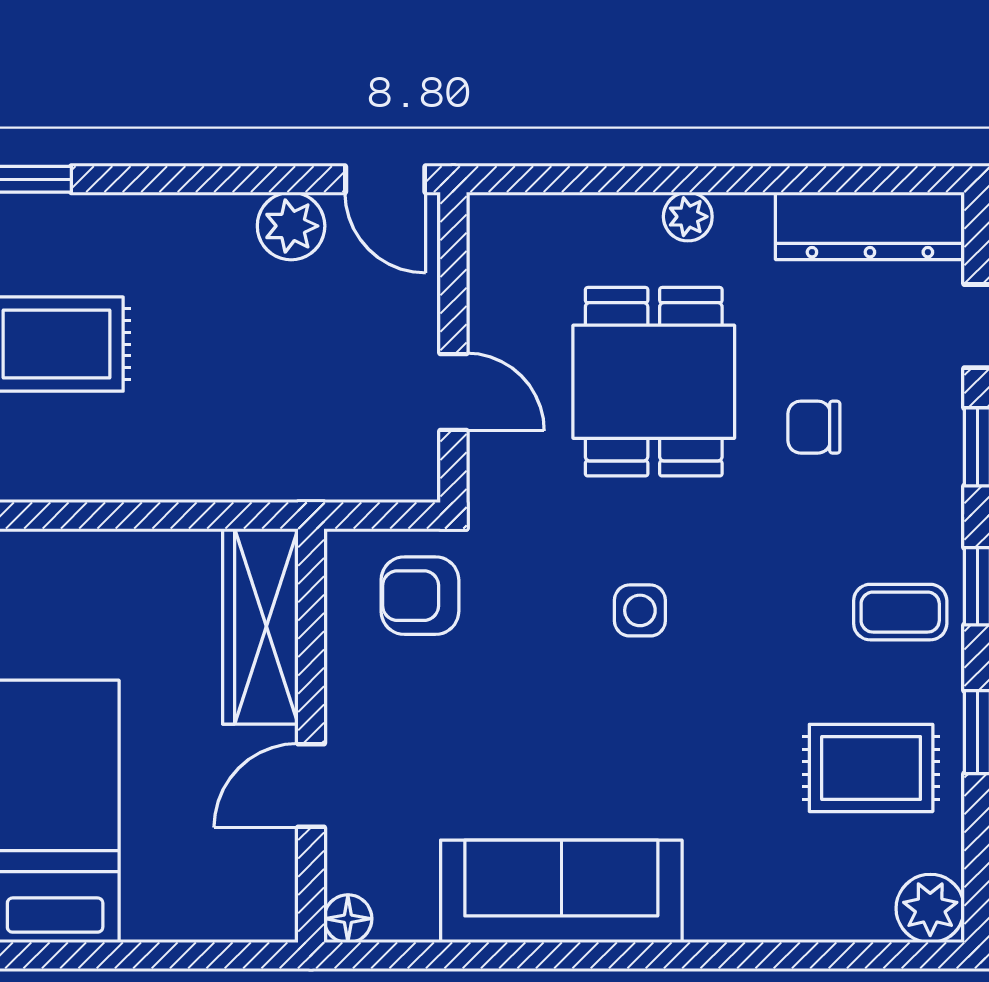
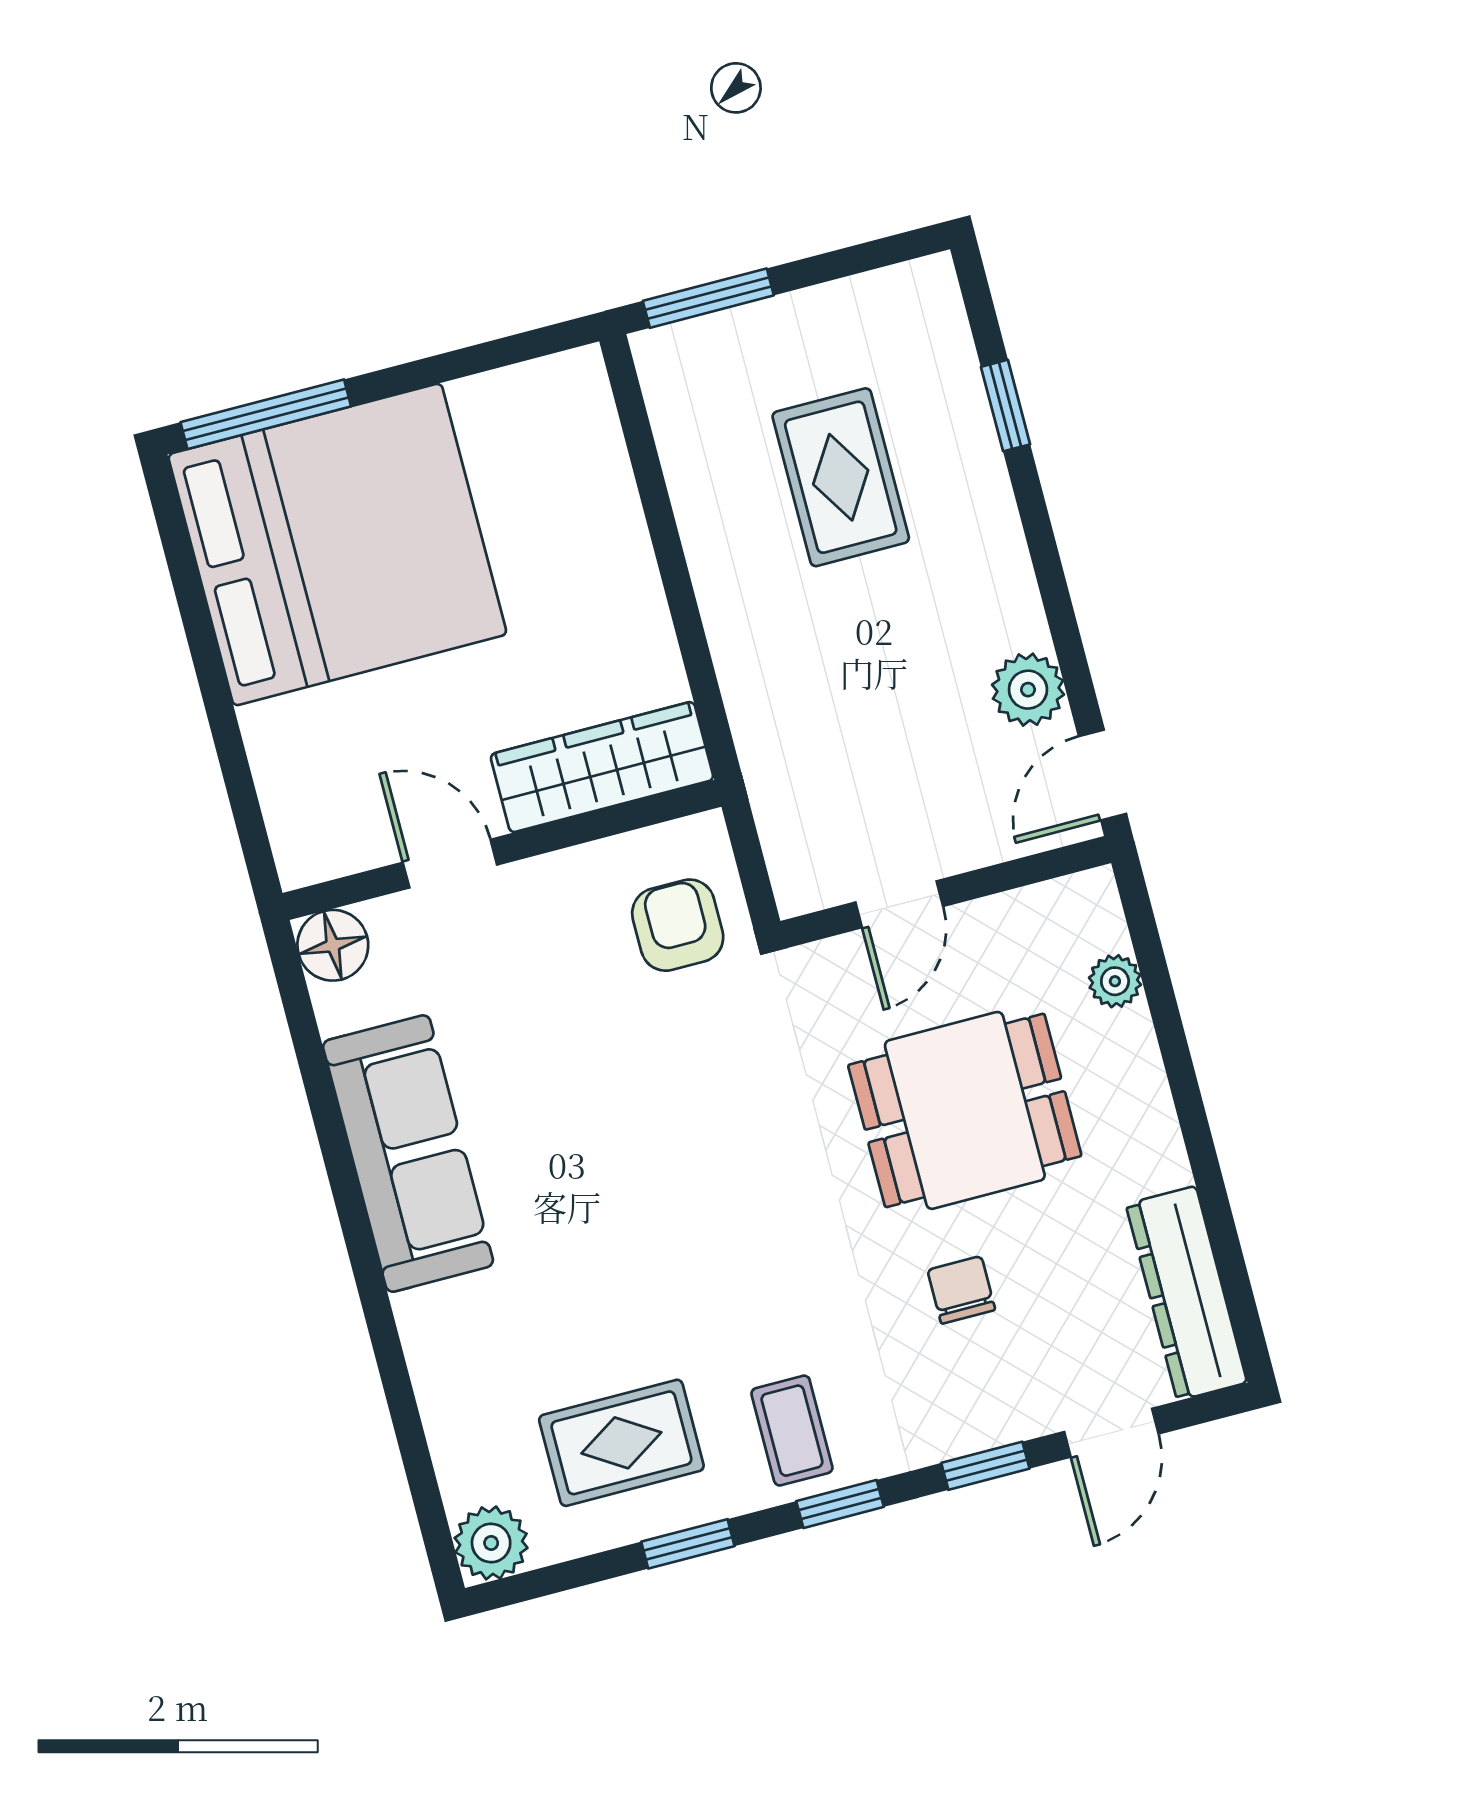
plant: (688, 217) -> (1115, 981), moved
side table: (640, 610) -> (722, 1159), removed
rug: (871, 768) -> (621, 1443), turned 90
floor lamp: (348, 919) -> (333, 945), width x1.37, depth x1.37

